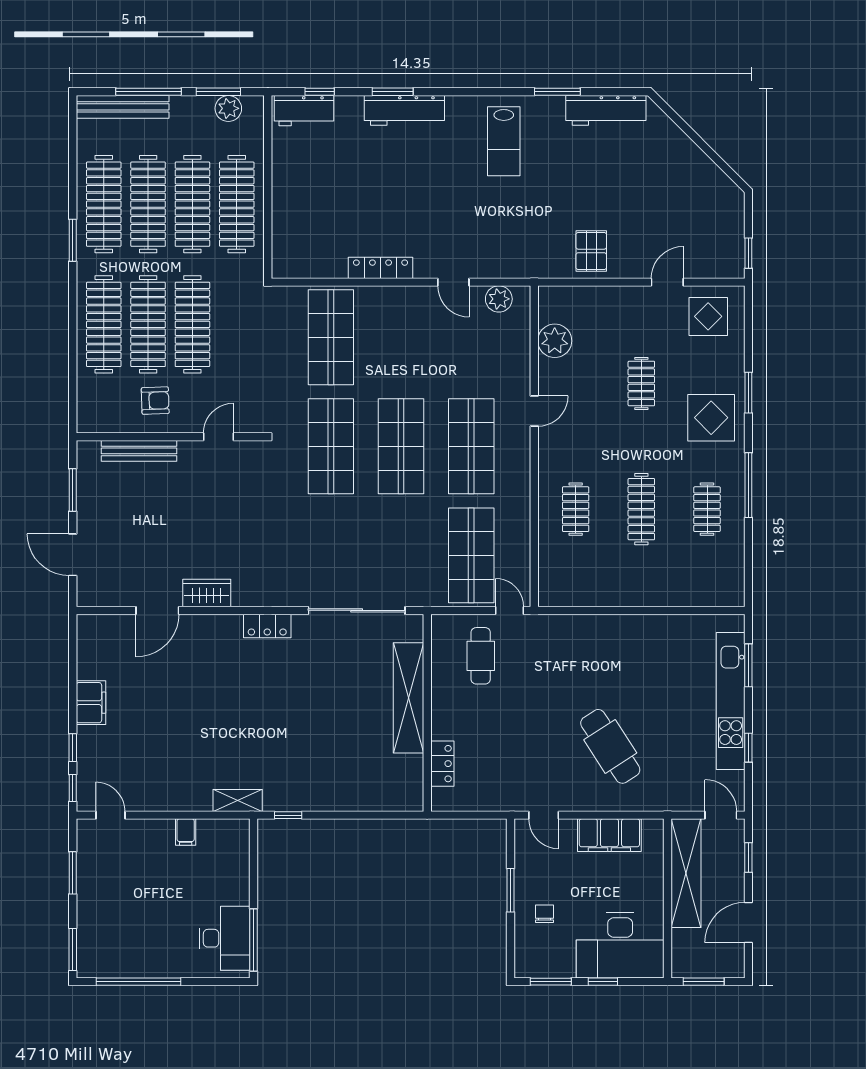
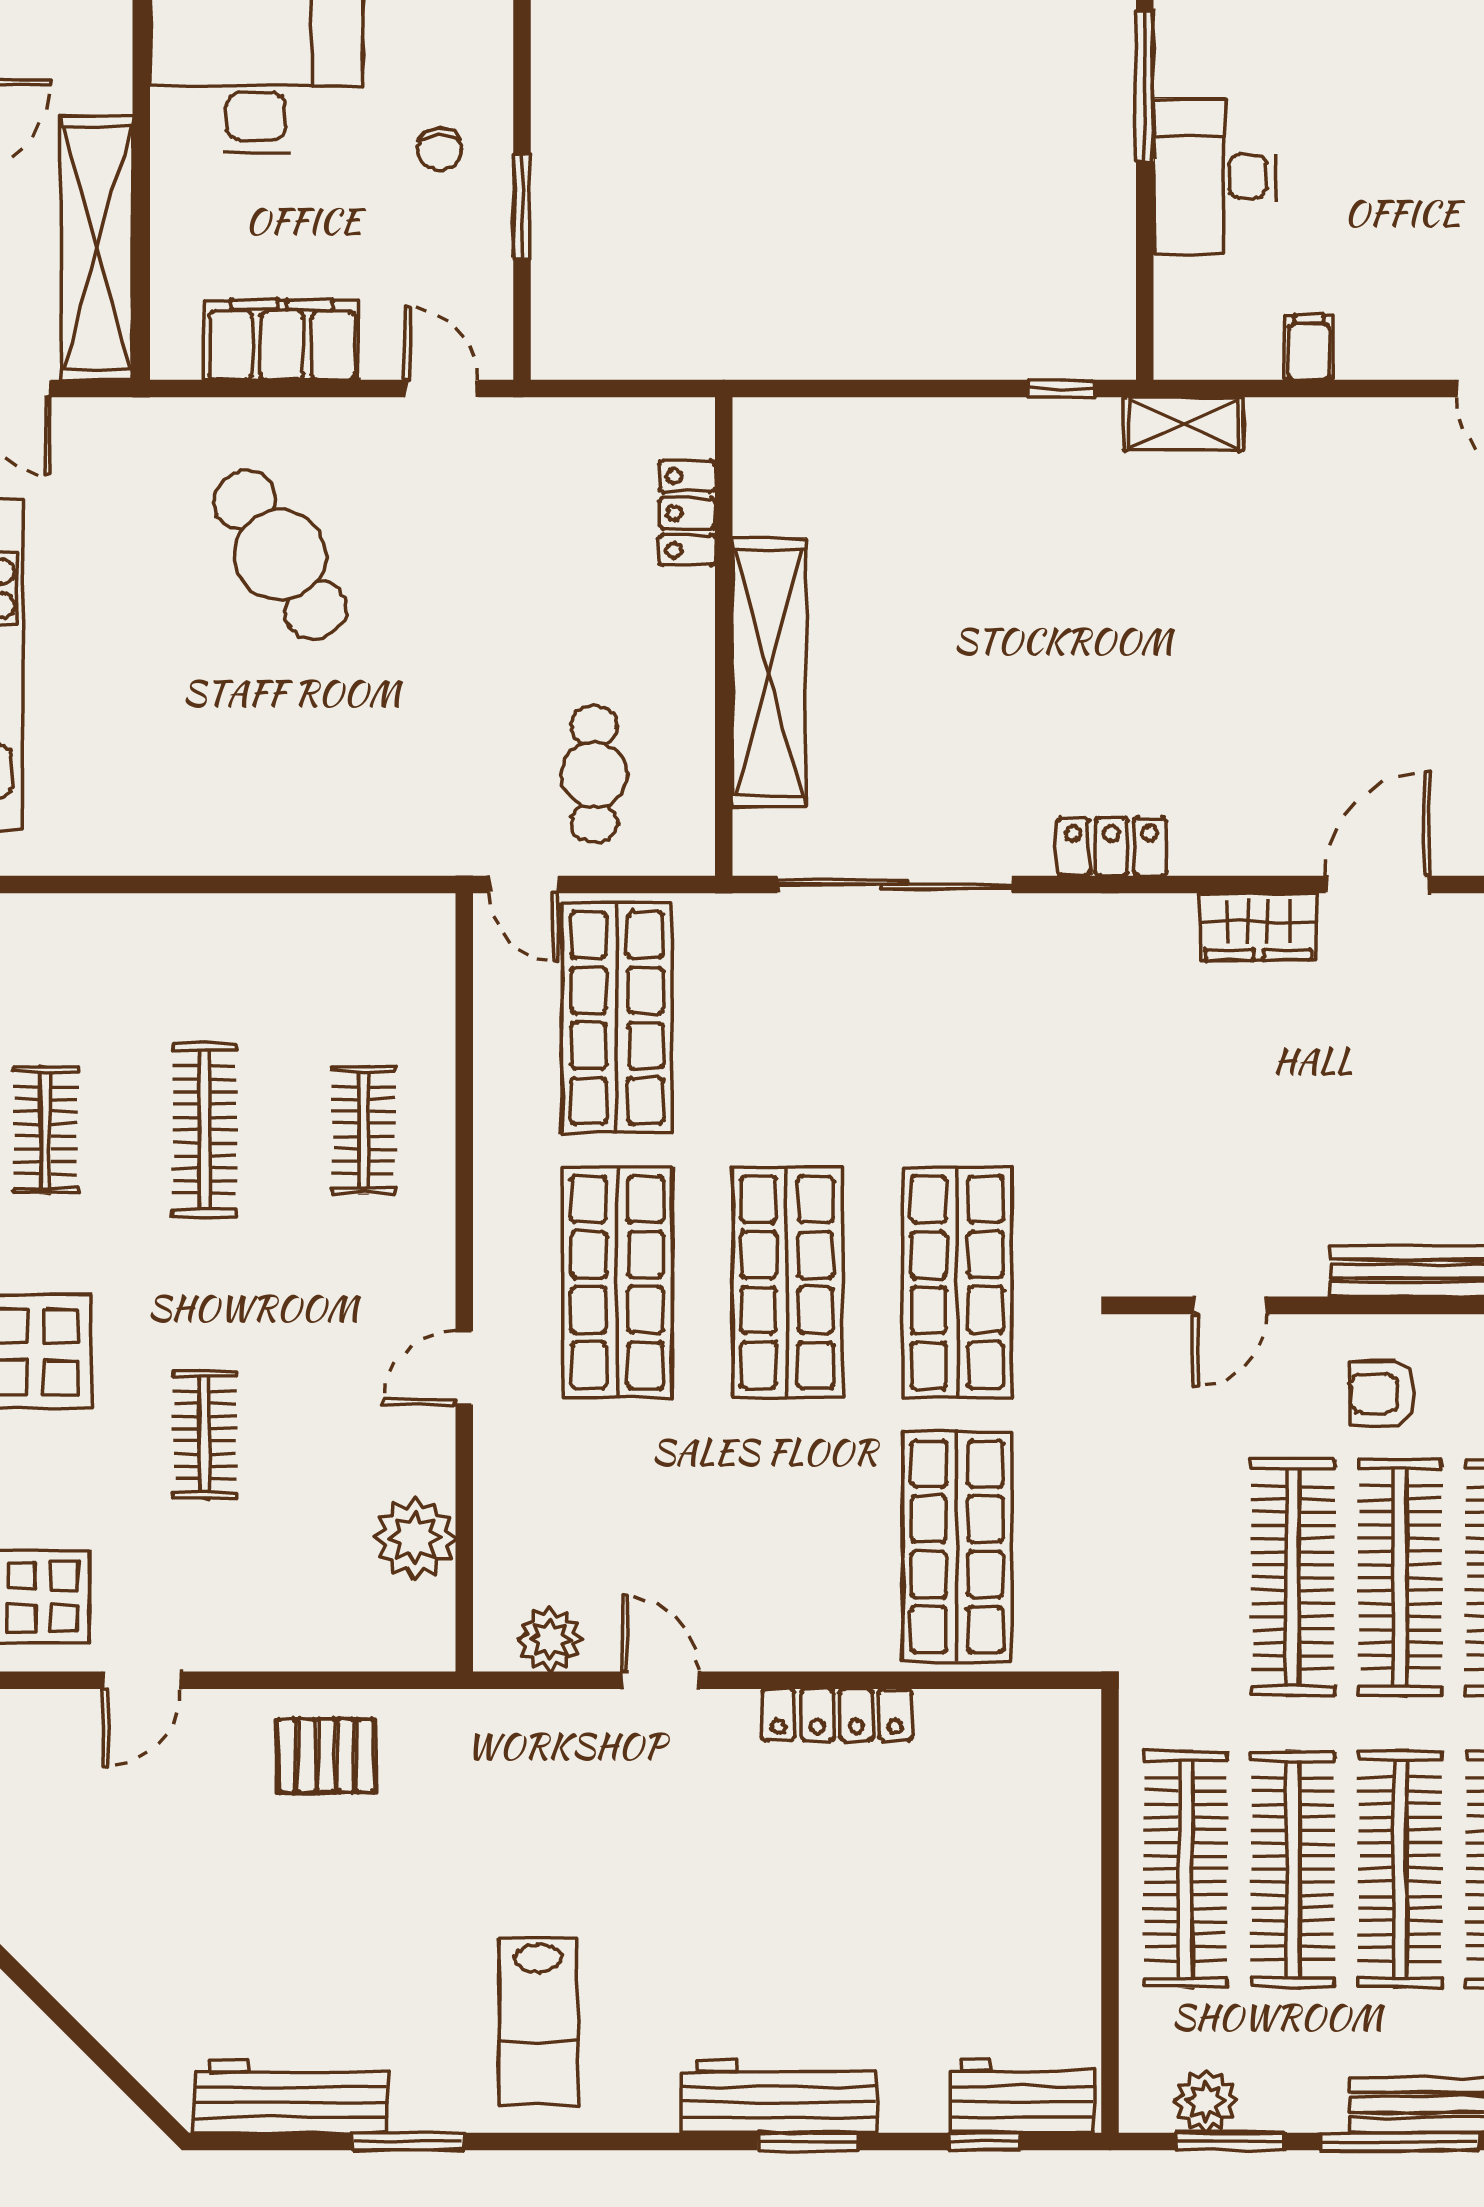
lab bench: (504, 141) -> (538, 2022), turned 180
pallet: (591, 251) -> (326, 1756), turned 90
desk: (225, 938) -> (1215, 176), moved

